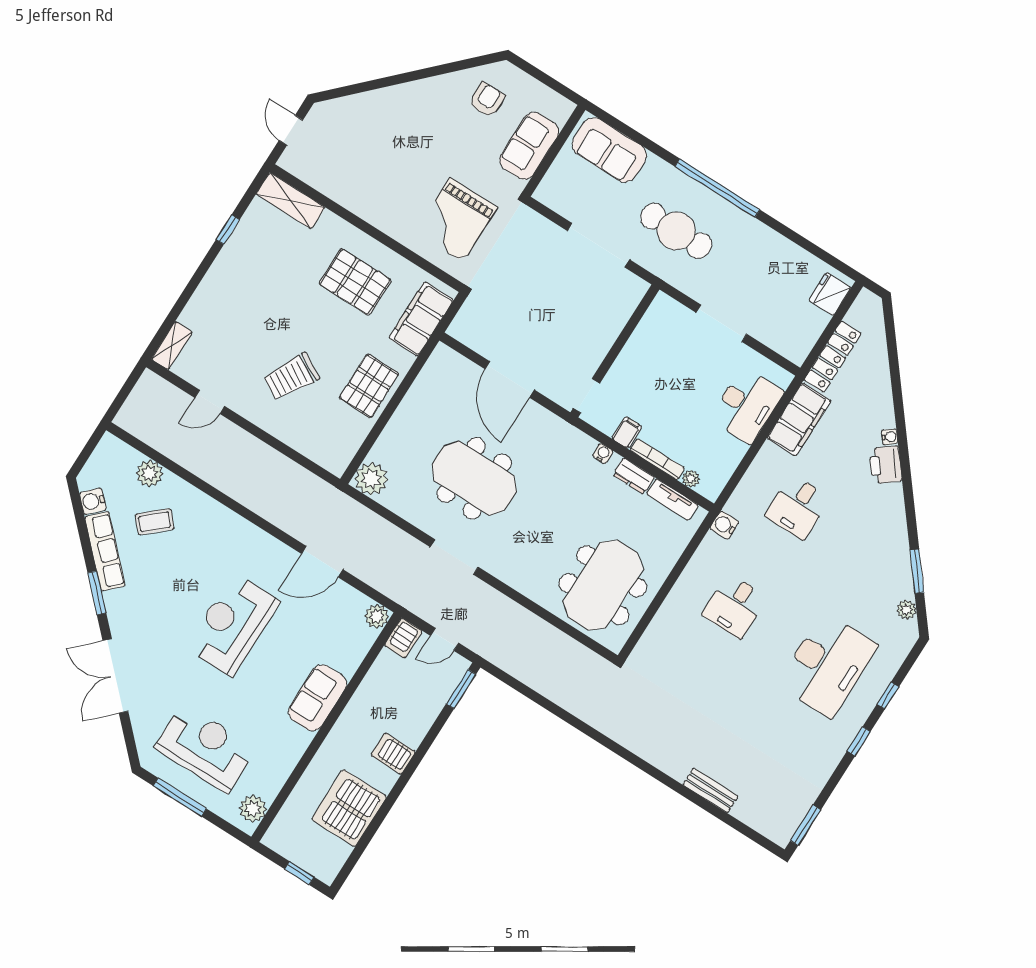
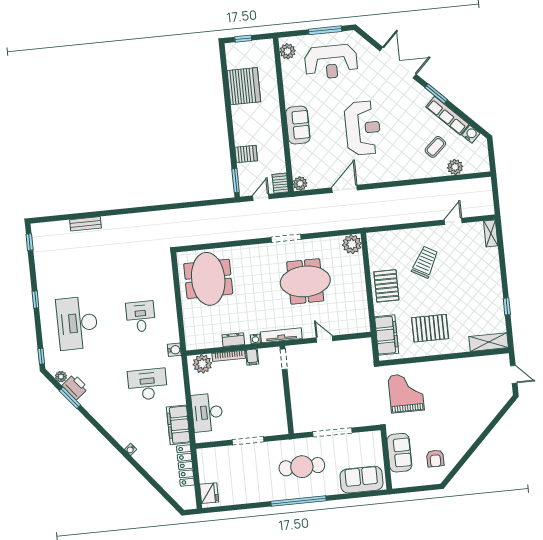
door: (510, 379) -> (325, 339), width x0.53
printer: (885, 465) -> (75, 387), moved
plant: (691, 479) -> (202, 364), width x1.88, depth x1.88
tv unit: (672, 500) -> (281, 335), moved, width x1.41
desk: (797, 507) -> (148, 384), width x1.37
window: (888, 696) -> (41, 356), moved
server rack: (393, 753) -> (246, 154), moved
window: (806, 825) -> (30, 242), width x0.67

